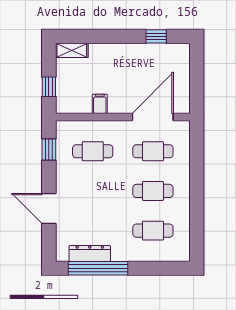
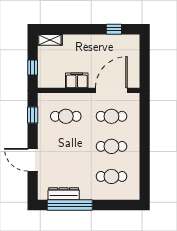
filing cabinet: (100, 104) -> (77, 80), width x2.00

